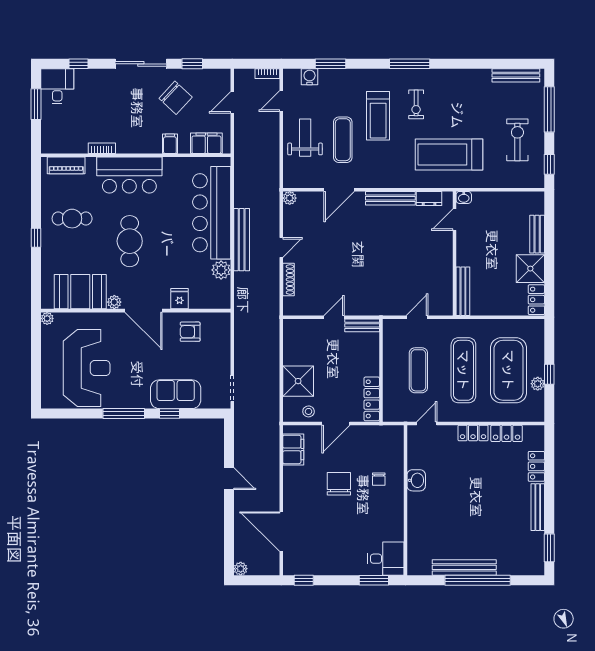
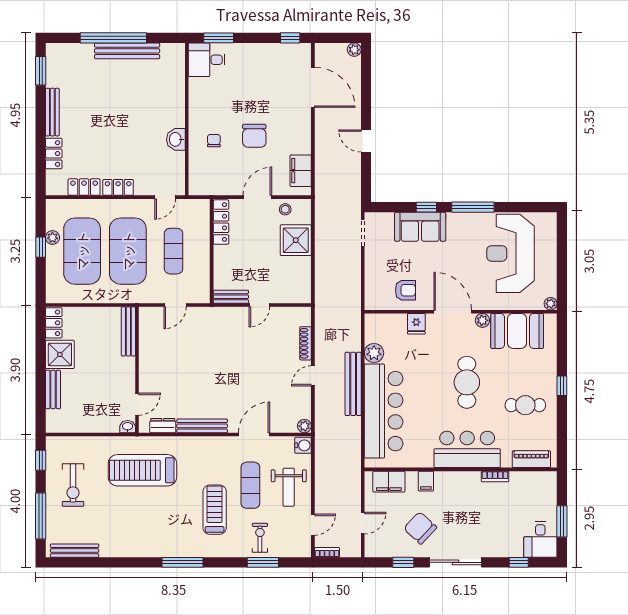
water cooler: (310, 77) -> (303, 445), moved, turned -90
exercise bike: (416, 104) -> (260, 538), moved
treadmill: (449, 154) -> (142, 470), turned 180
exercise mat: (463, 370) -> (128, 251), width x1.47

